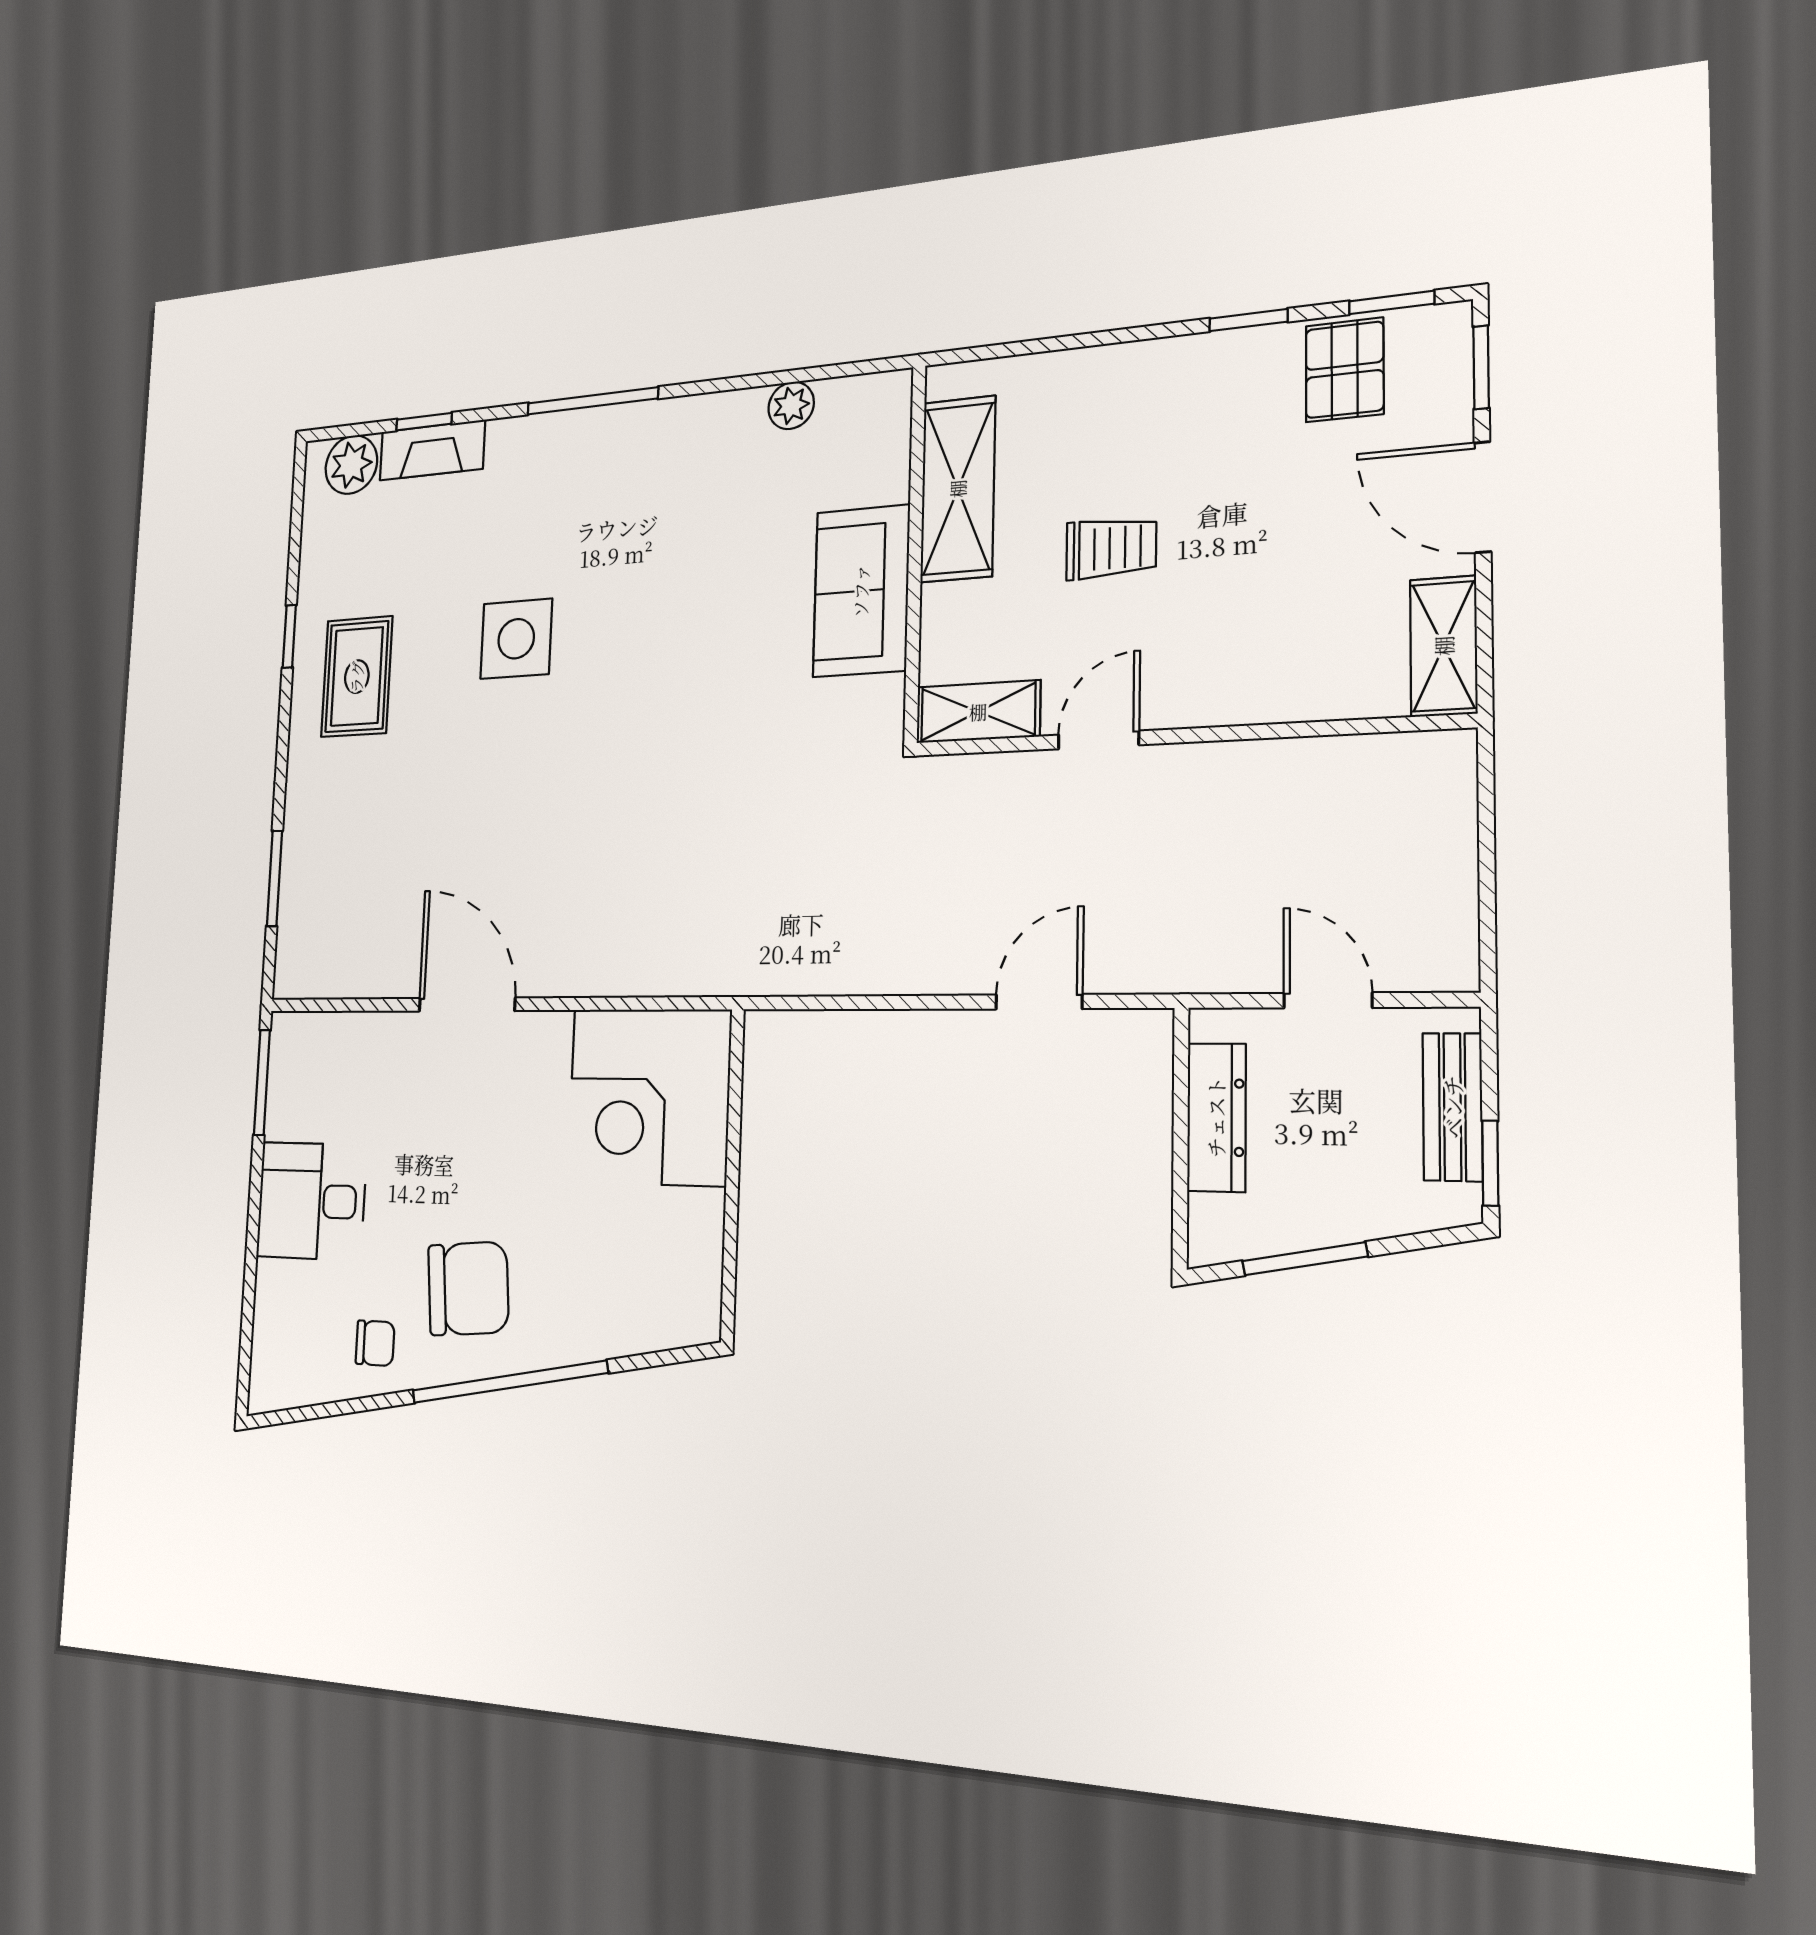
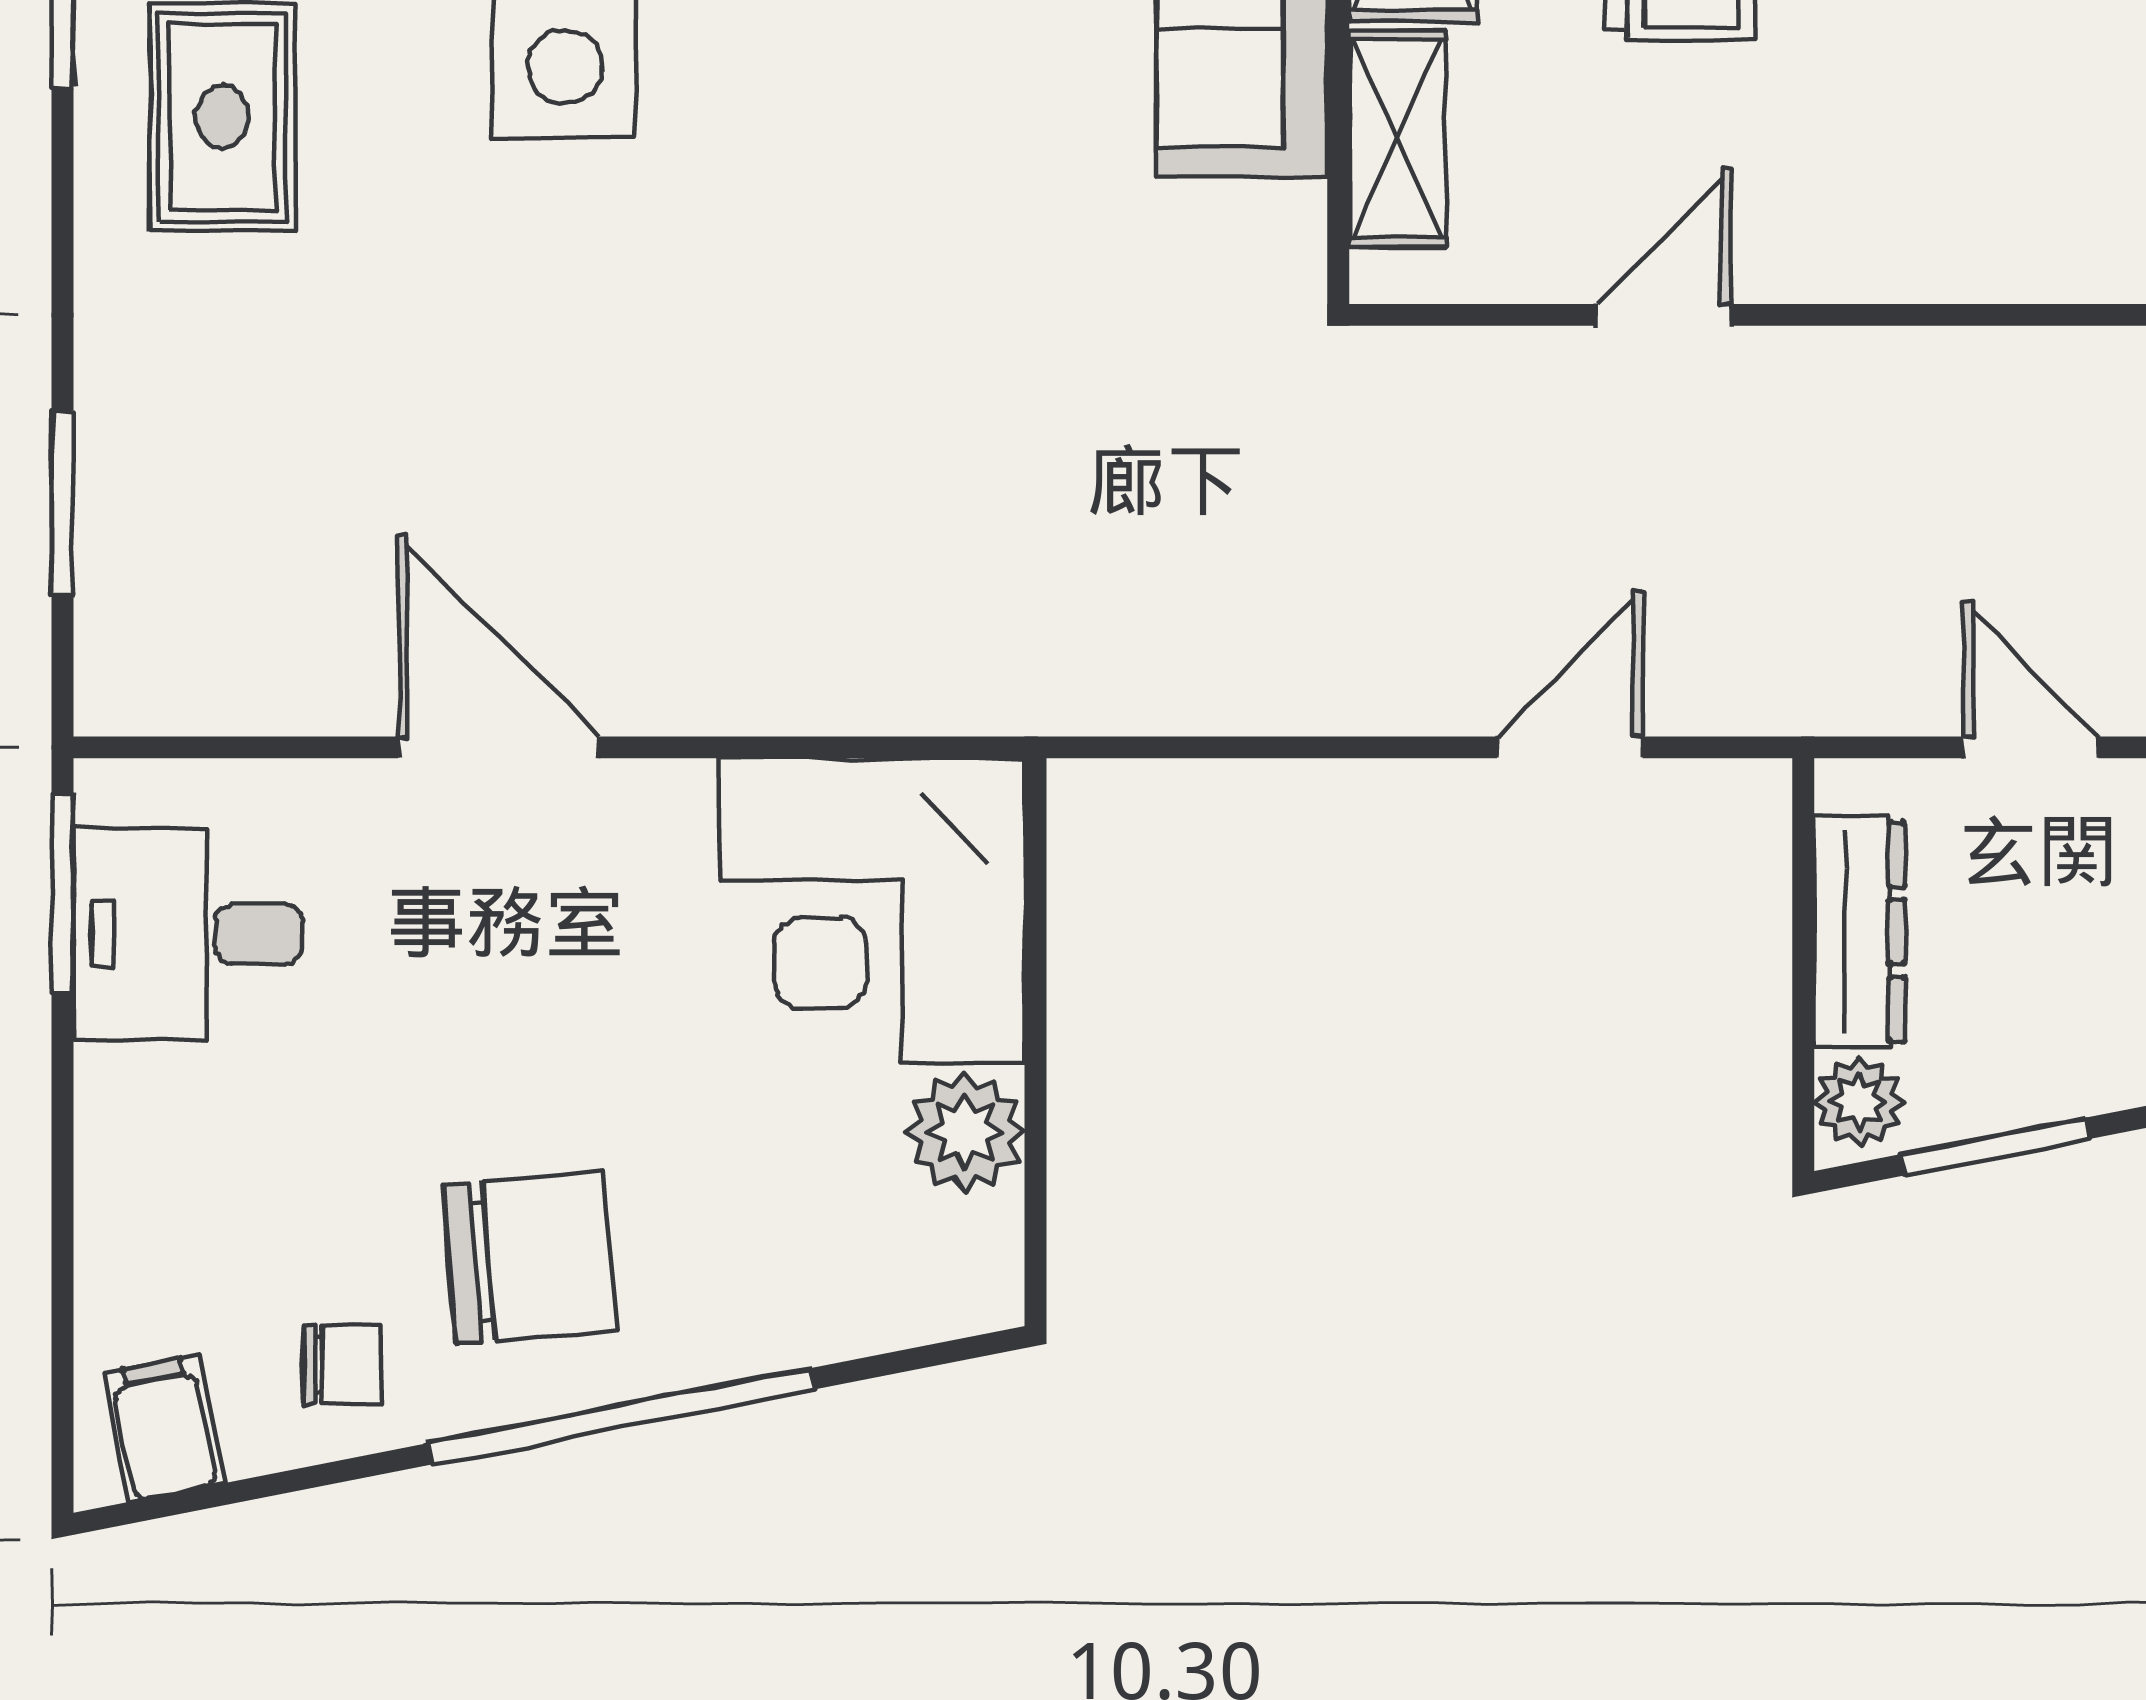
shelving: (978, 712) -> (1398, 138), moved, turned 90
desk: (311, 1201) -> (188, 934), moved
plant: (693, 1226) -> (965, 1132), added
plant: (1216, 1226) -> (1859, 1101), added
filing cabinet: (290, 1373) -> (164, 1428), added

